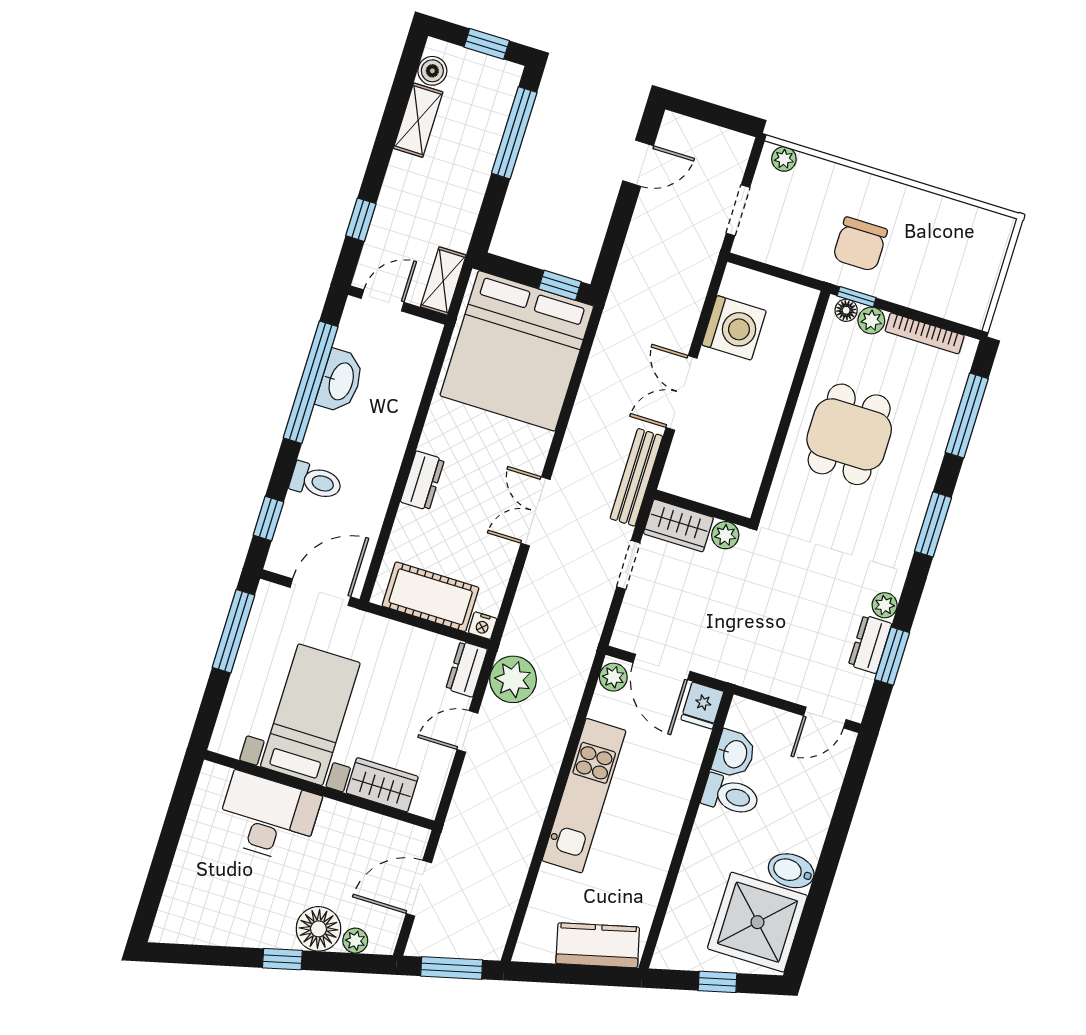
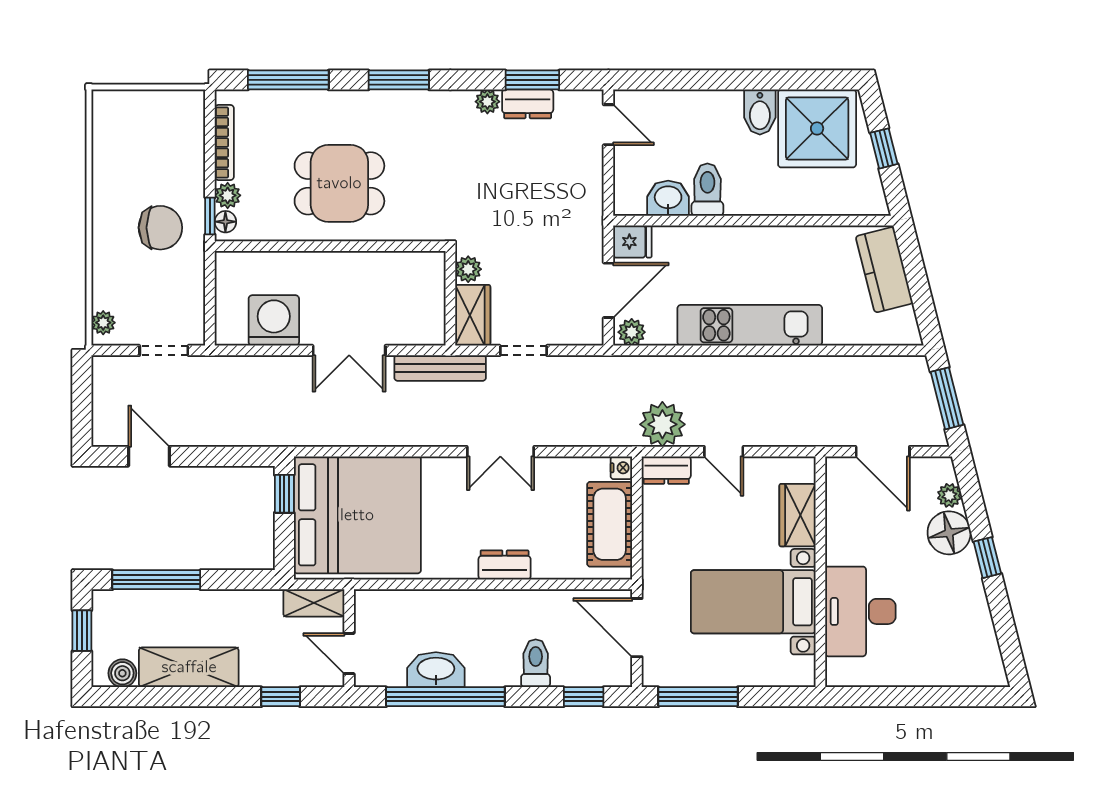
shelving: (418, 120) -> (189, 667), width x1.50, depth x1.33

